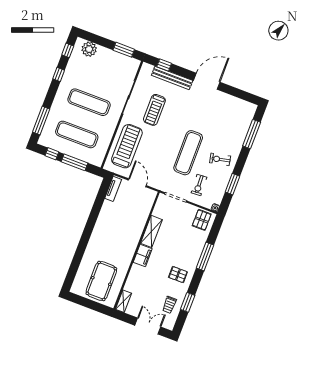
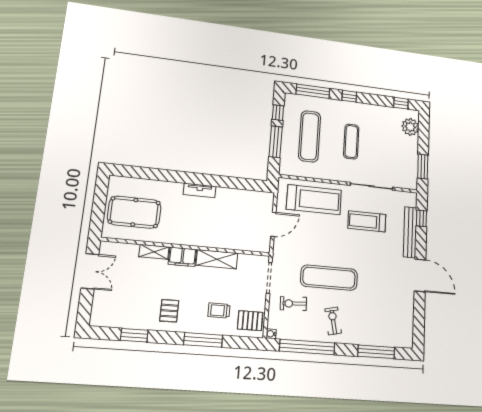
window: (59, 75) -> (349, 96), moved
exercise mat: (89, 102) -> (351, 141), width x0.73, depth x0.69
window: (232, 184) -> (307, 347), width x2.11
tv unit: (113, 189) -> (200, 190), moved
shelving: (123, 301) -> (154, 252), moved
trolley: (169, 305) -> (219, 311), moved
double door: (148, 326) -> (90, 271), moved

